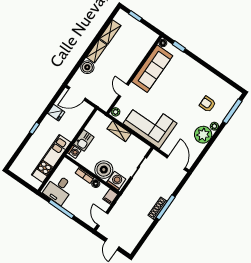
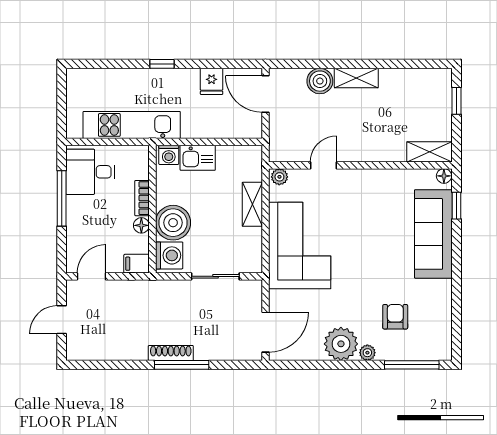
shelving: (110, 32) -> (430, 152), moved
sofa: (152, 69) -> (433, 234), moved, turned 90

